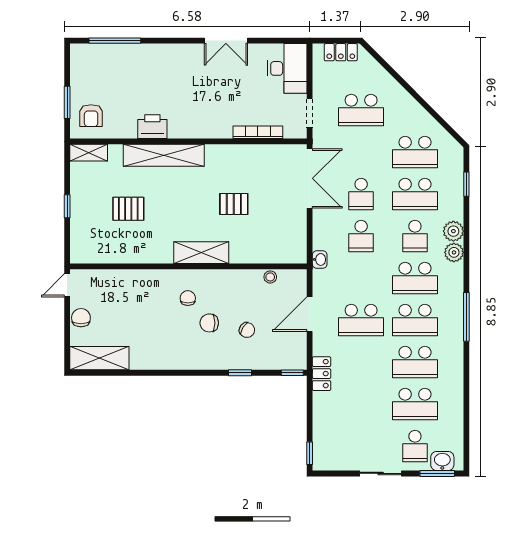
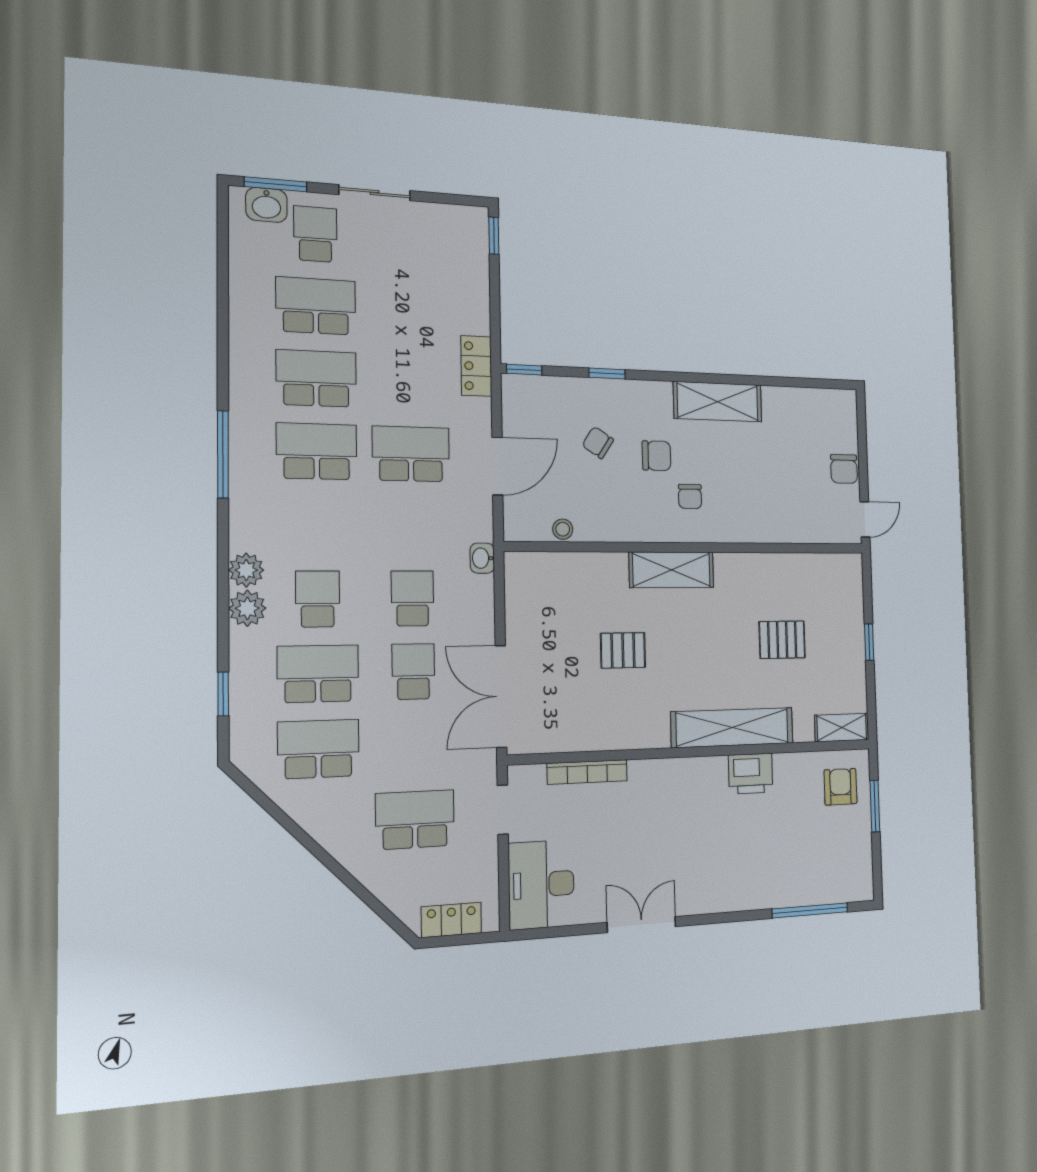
school desk: (415, 278) -> (317, 525), removed
shelving: (99, 358) -> (718, 402), moved

